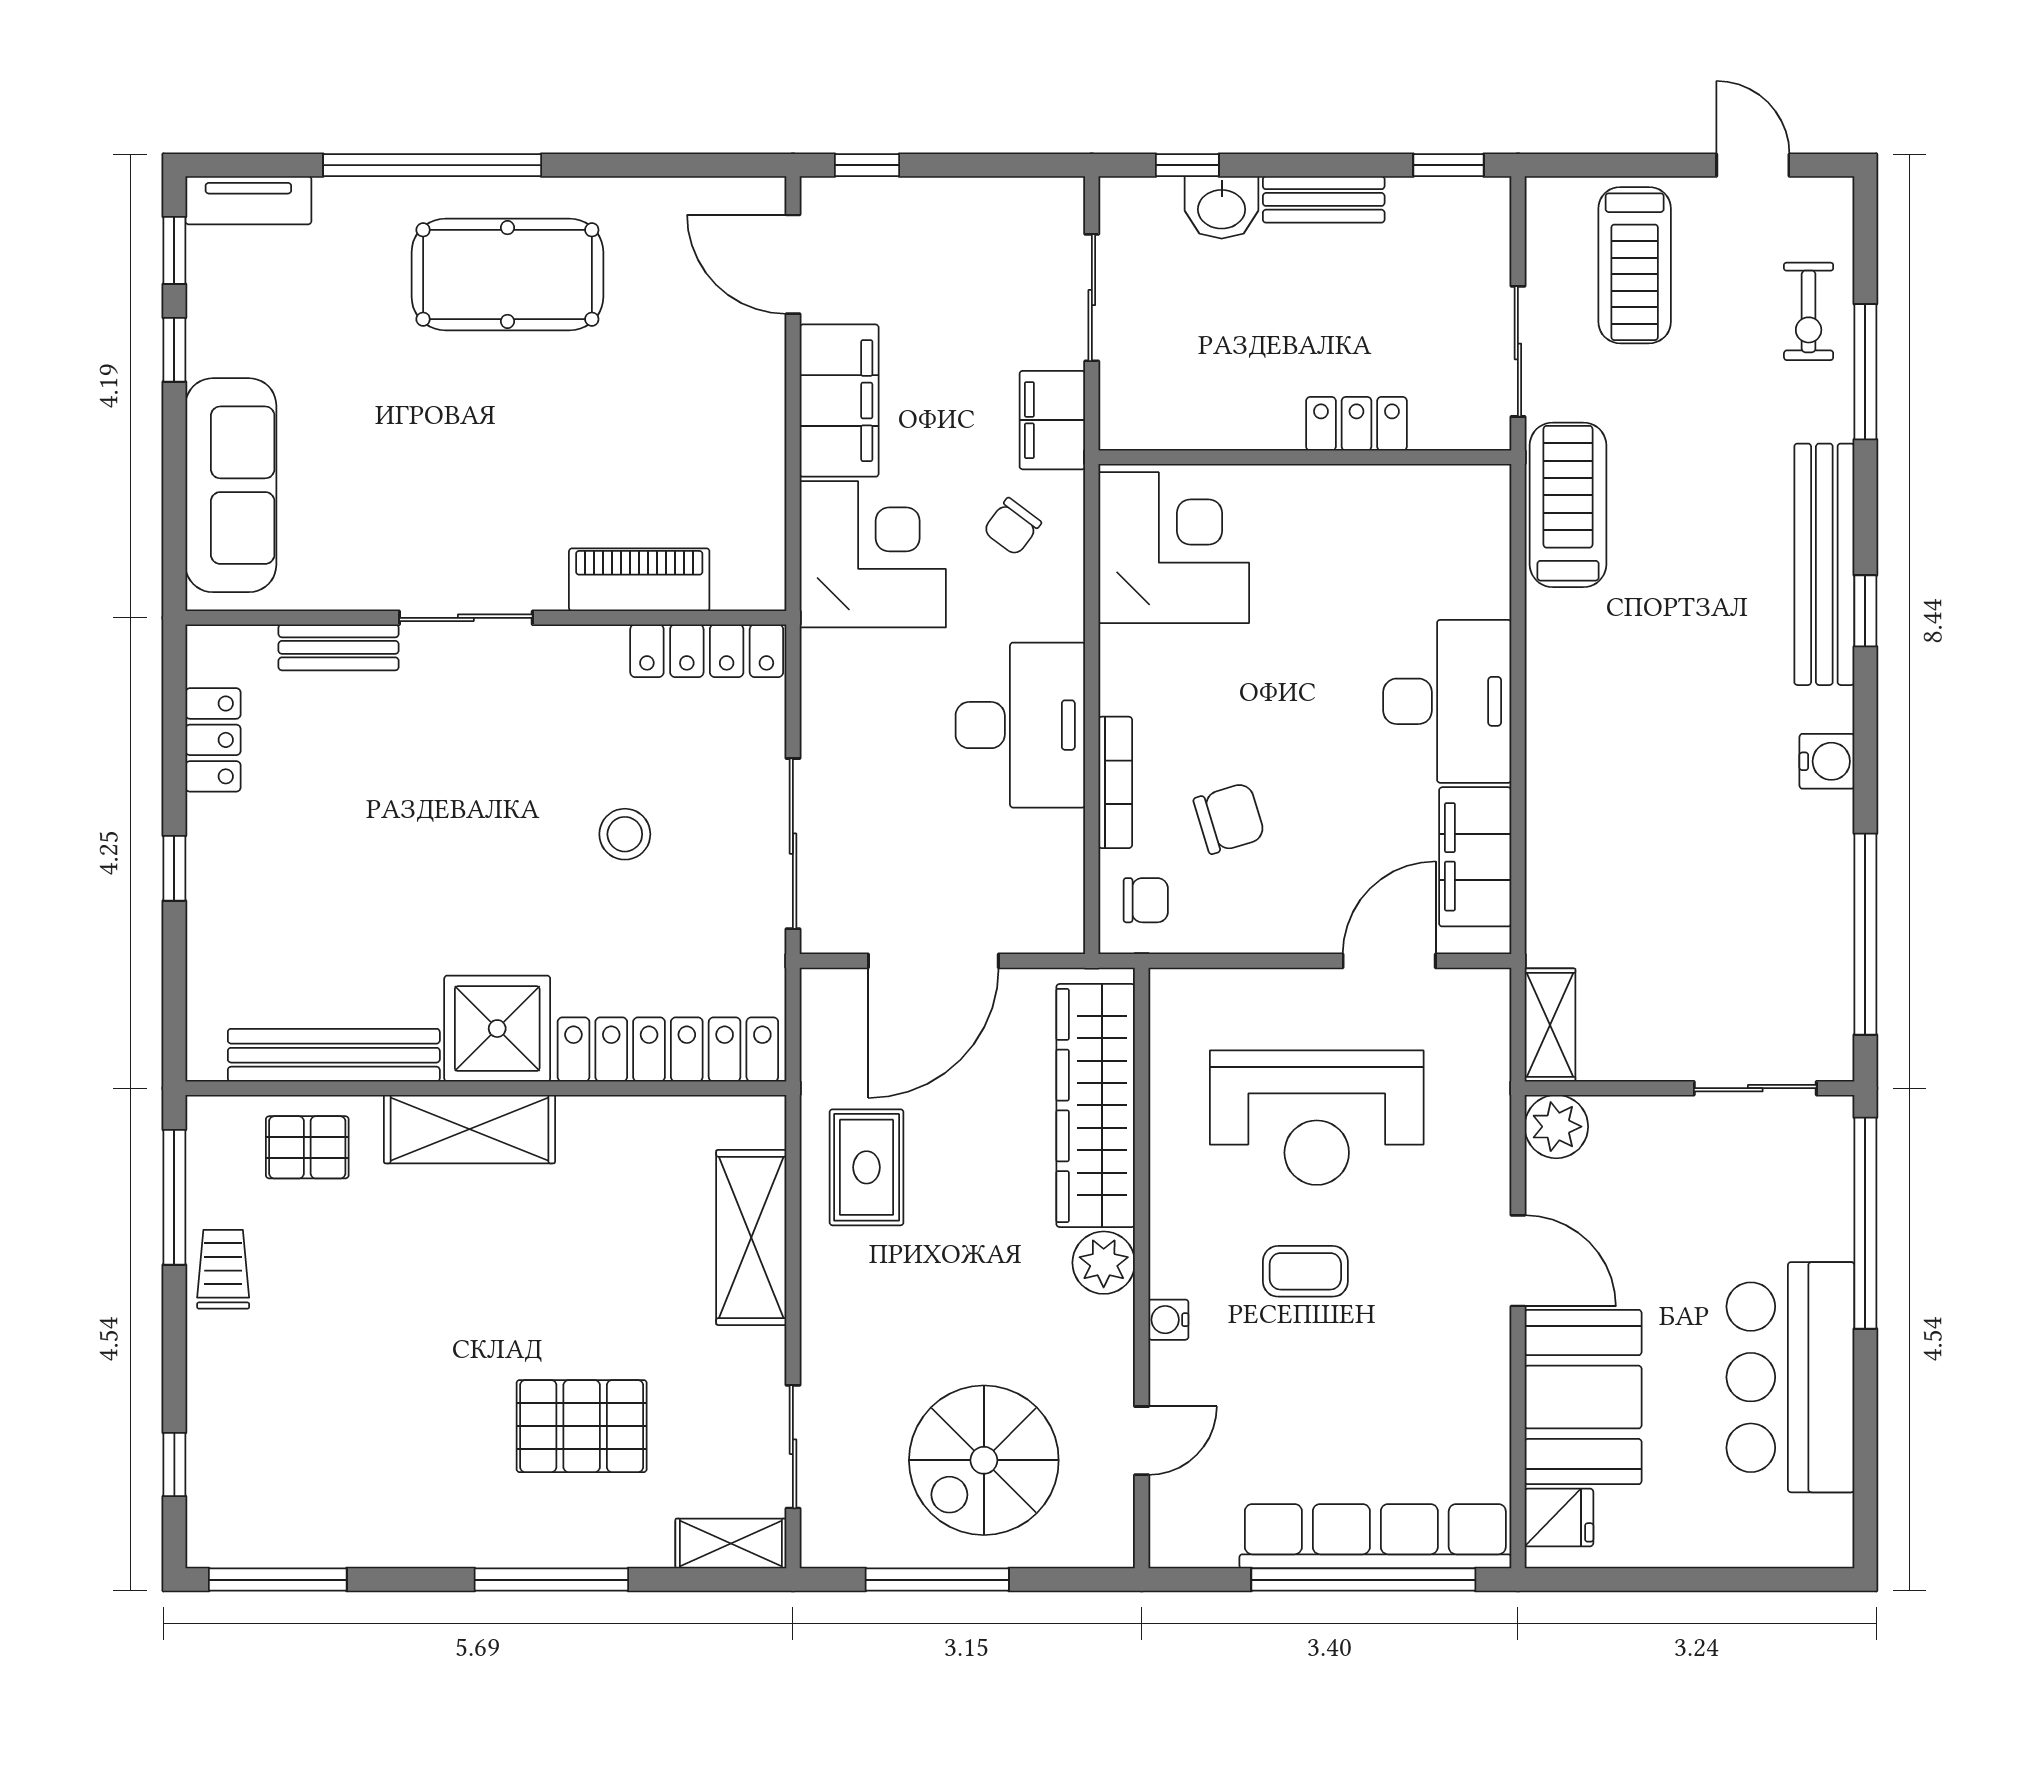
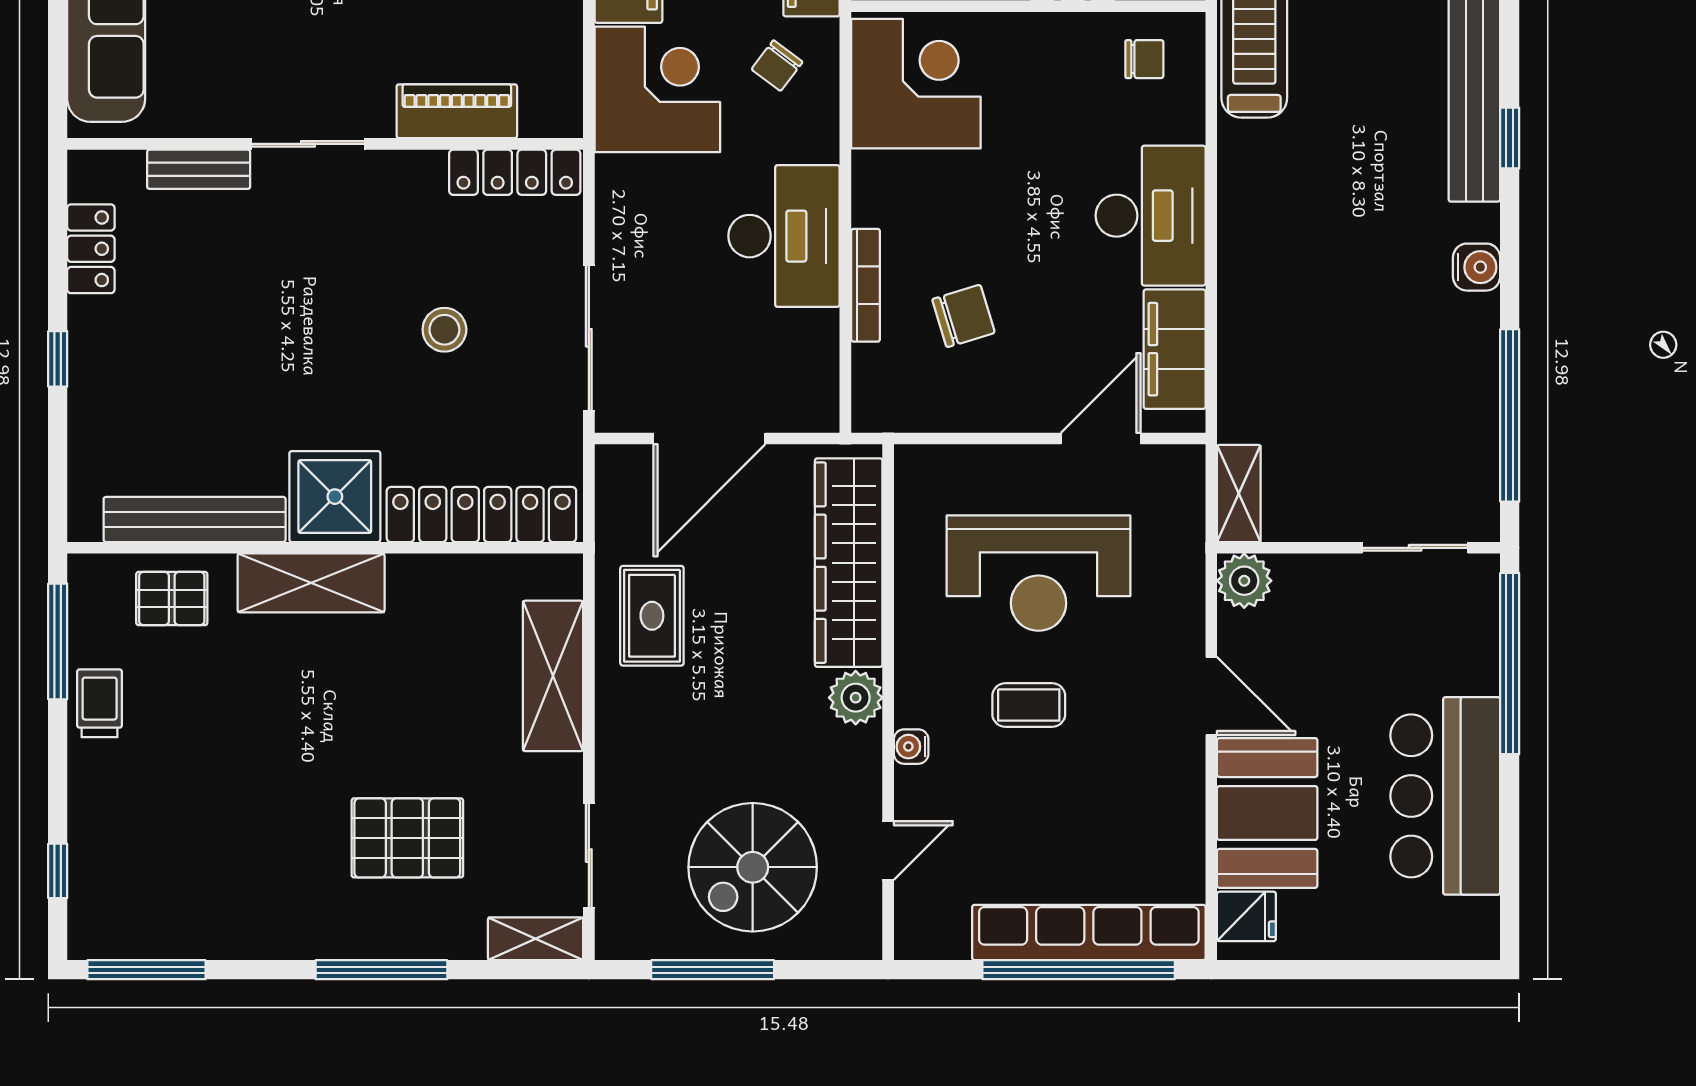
chair: (1146, 900) -> (1144, 59), moved

